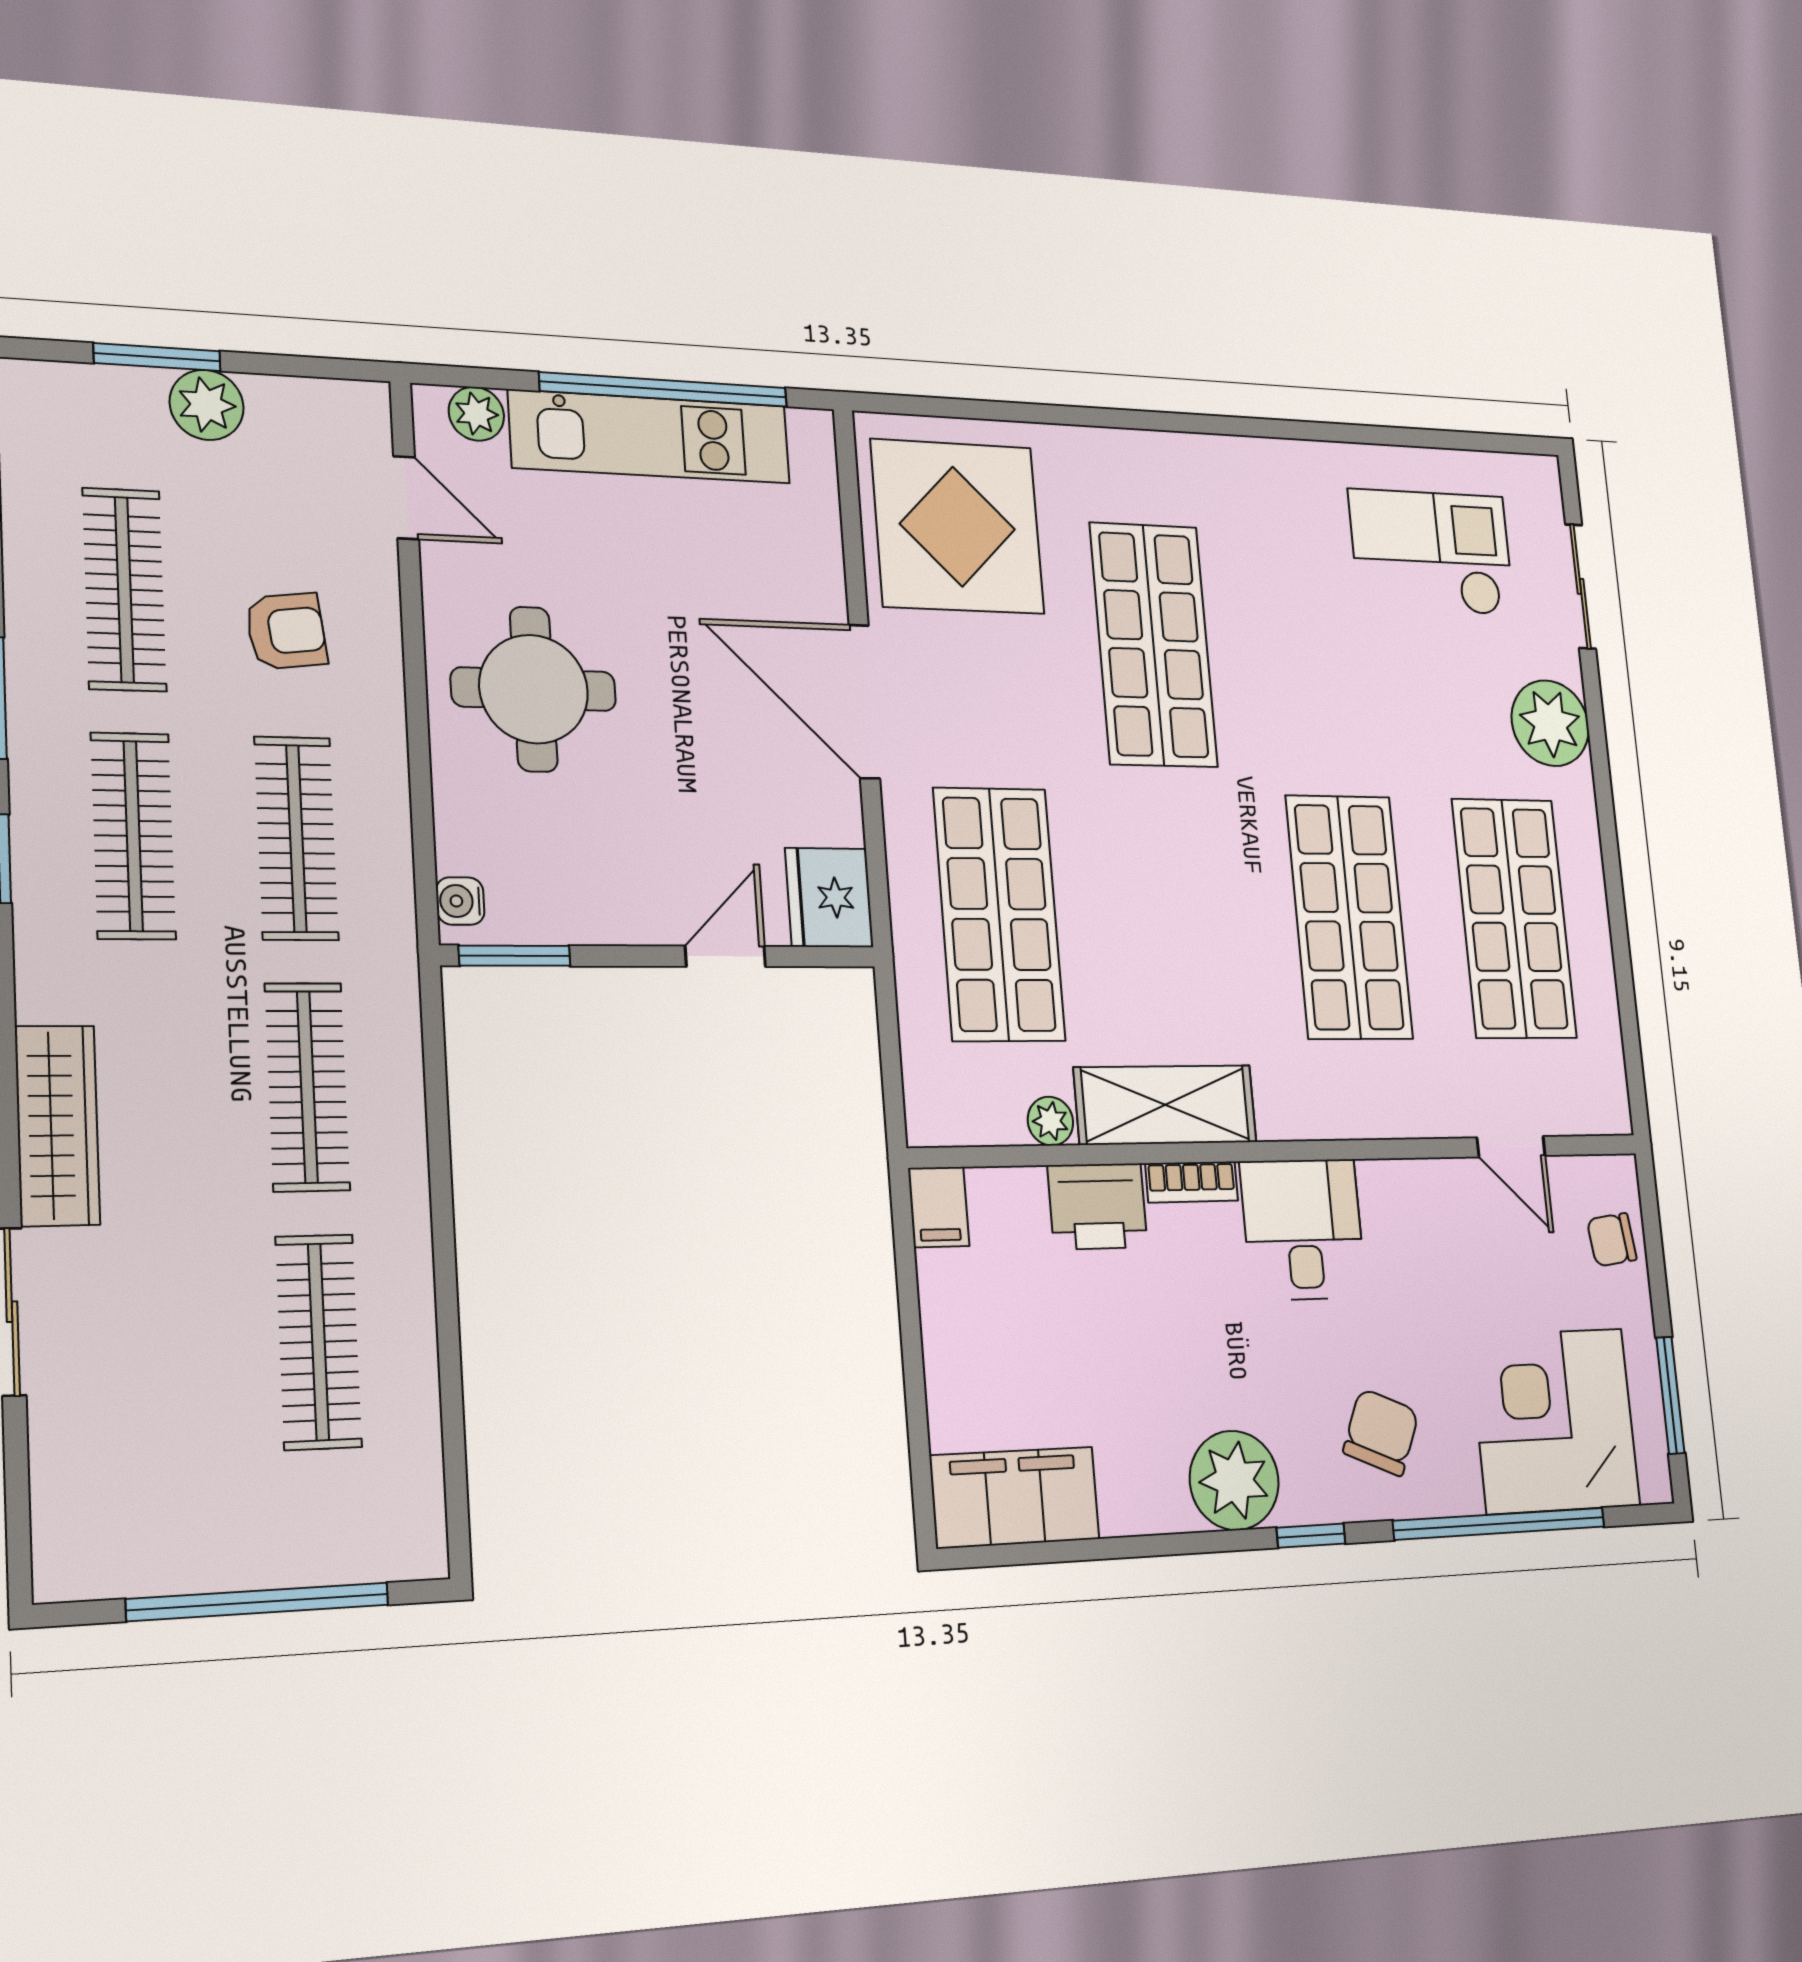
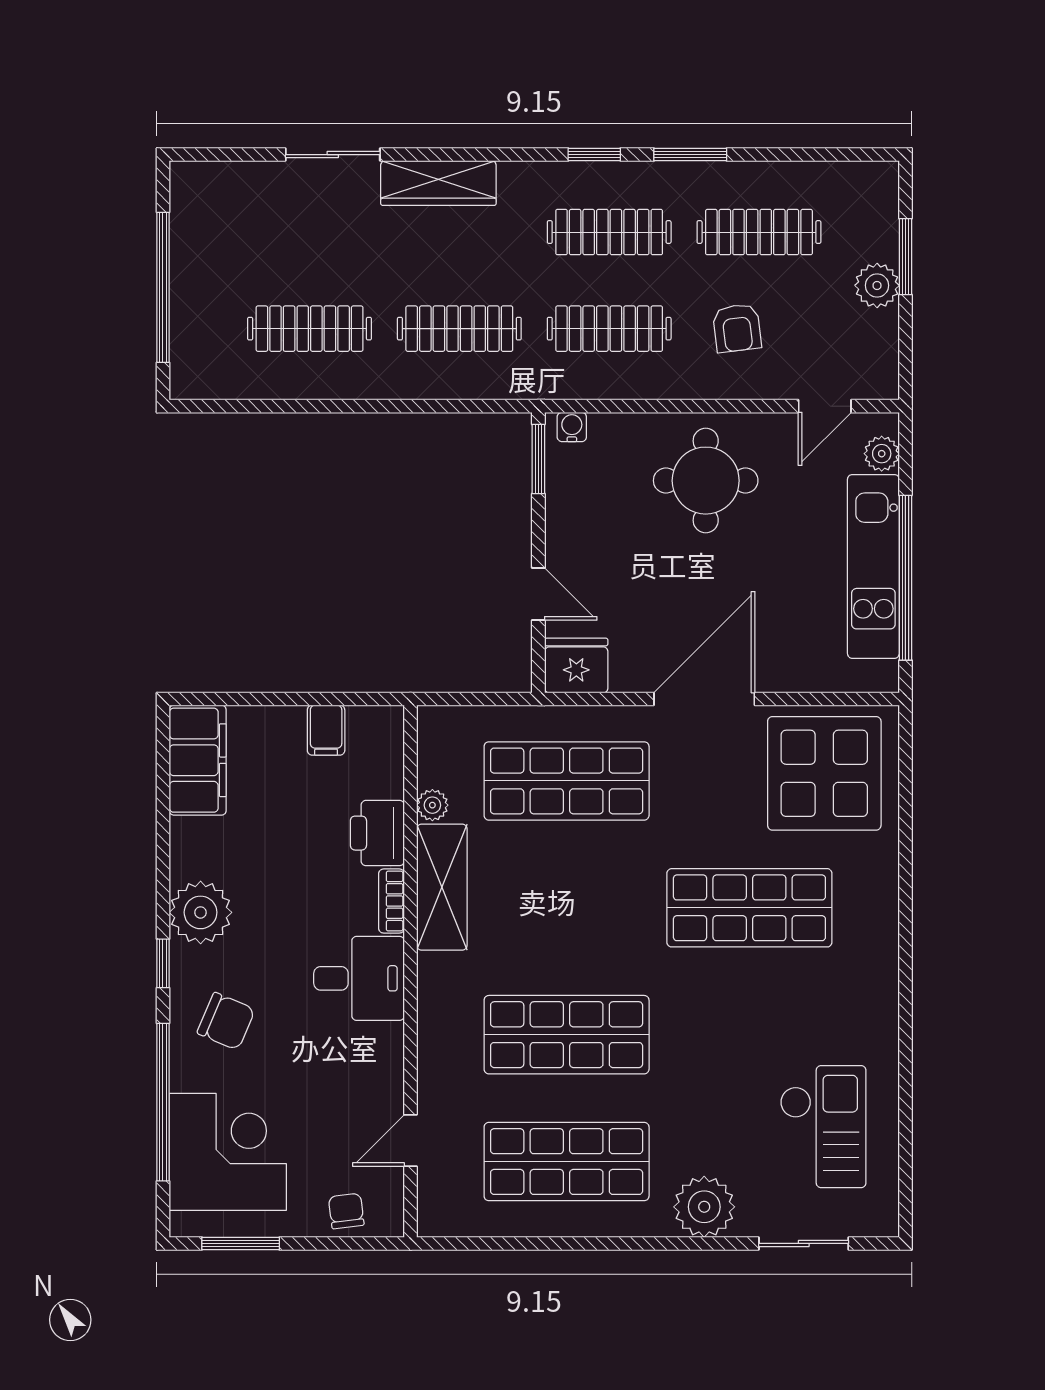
filing cabinet: (939, 1207) -> (326, 730), moved, turned -90

